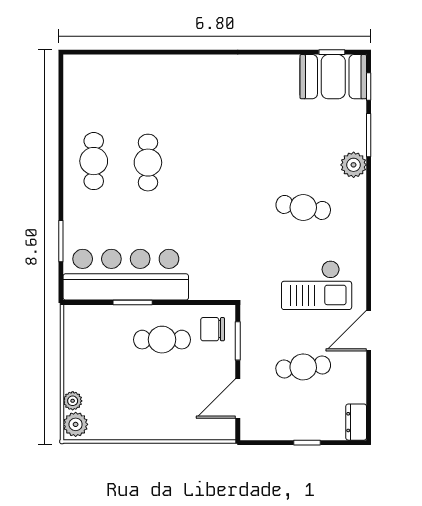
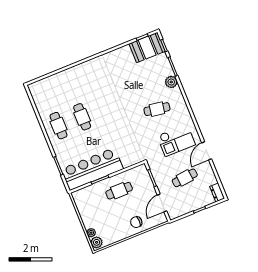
chair: (213, 329) -> (136, 222), moved

